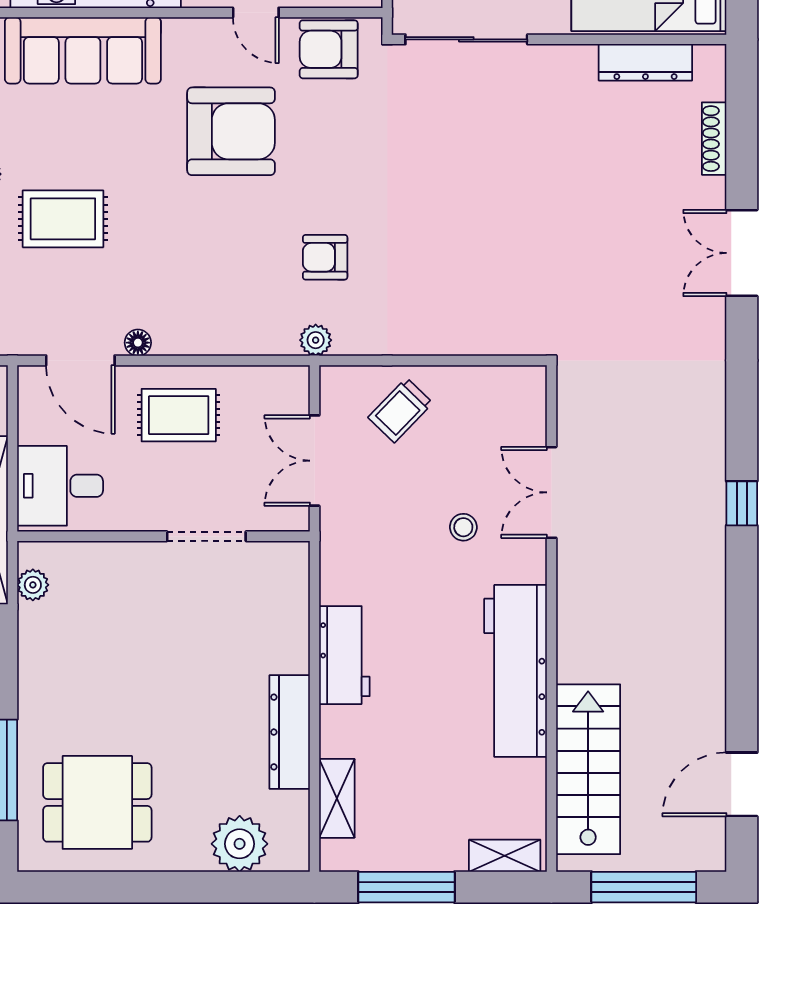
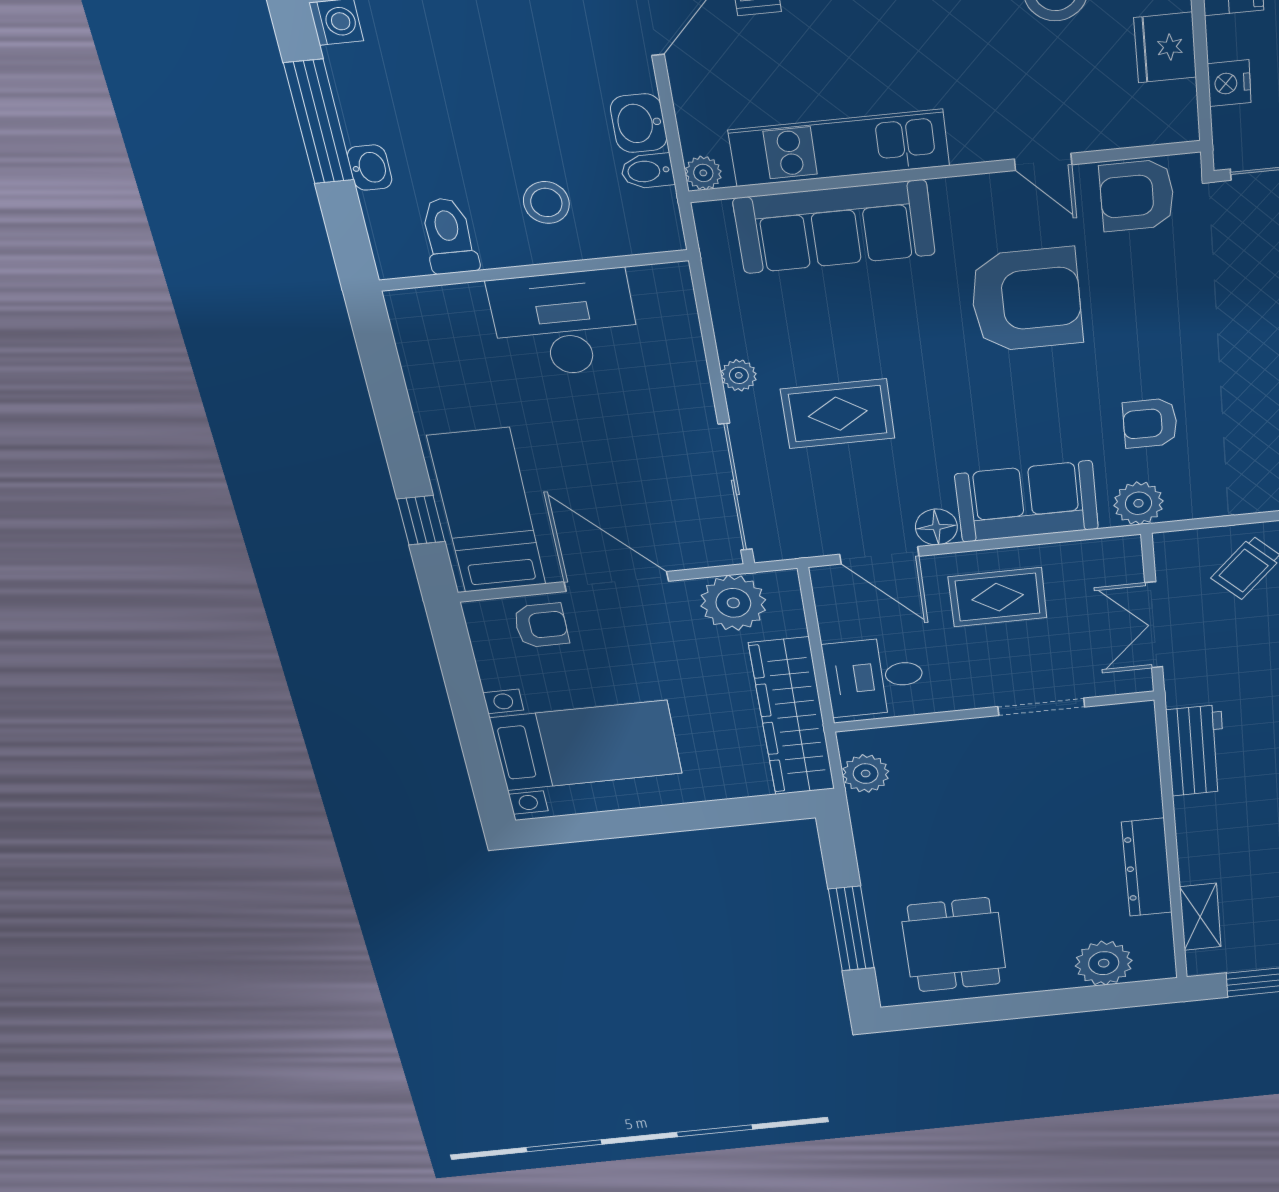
sofa: (214, 322) -> (1027, 502), added
plant: (316, 340) -> (1138, 503), width x1.38, depth x1.38
floor lamp: (138, 343) -> (936, 527), width x1.37, depth x1.37
plant: (33, 585) -> (866, 774), width x1.38, depth x1.38
workbench: (344, 655) -> (1196, 751), moved
dining table: (97, 802) -> (954, 945), turned 90

